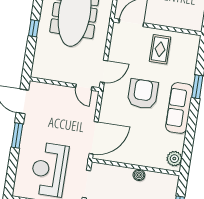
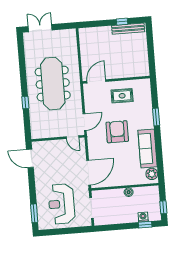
rug: (160, 49) -> (122, 96), turned 90
sofa: (179, 108) -> (148, 149), moved
window: (17, 136) -> (34, 213), moved

